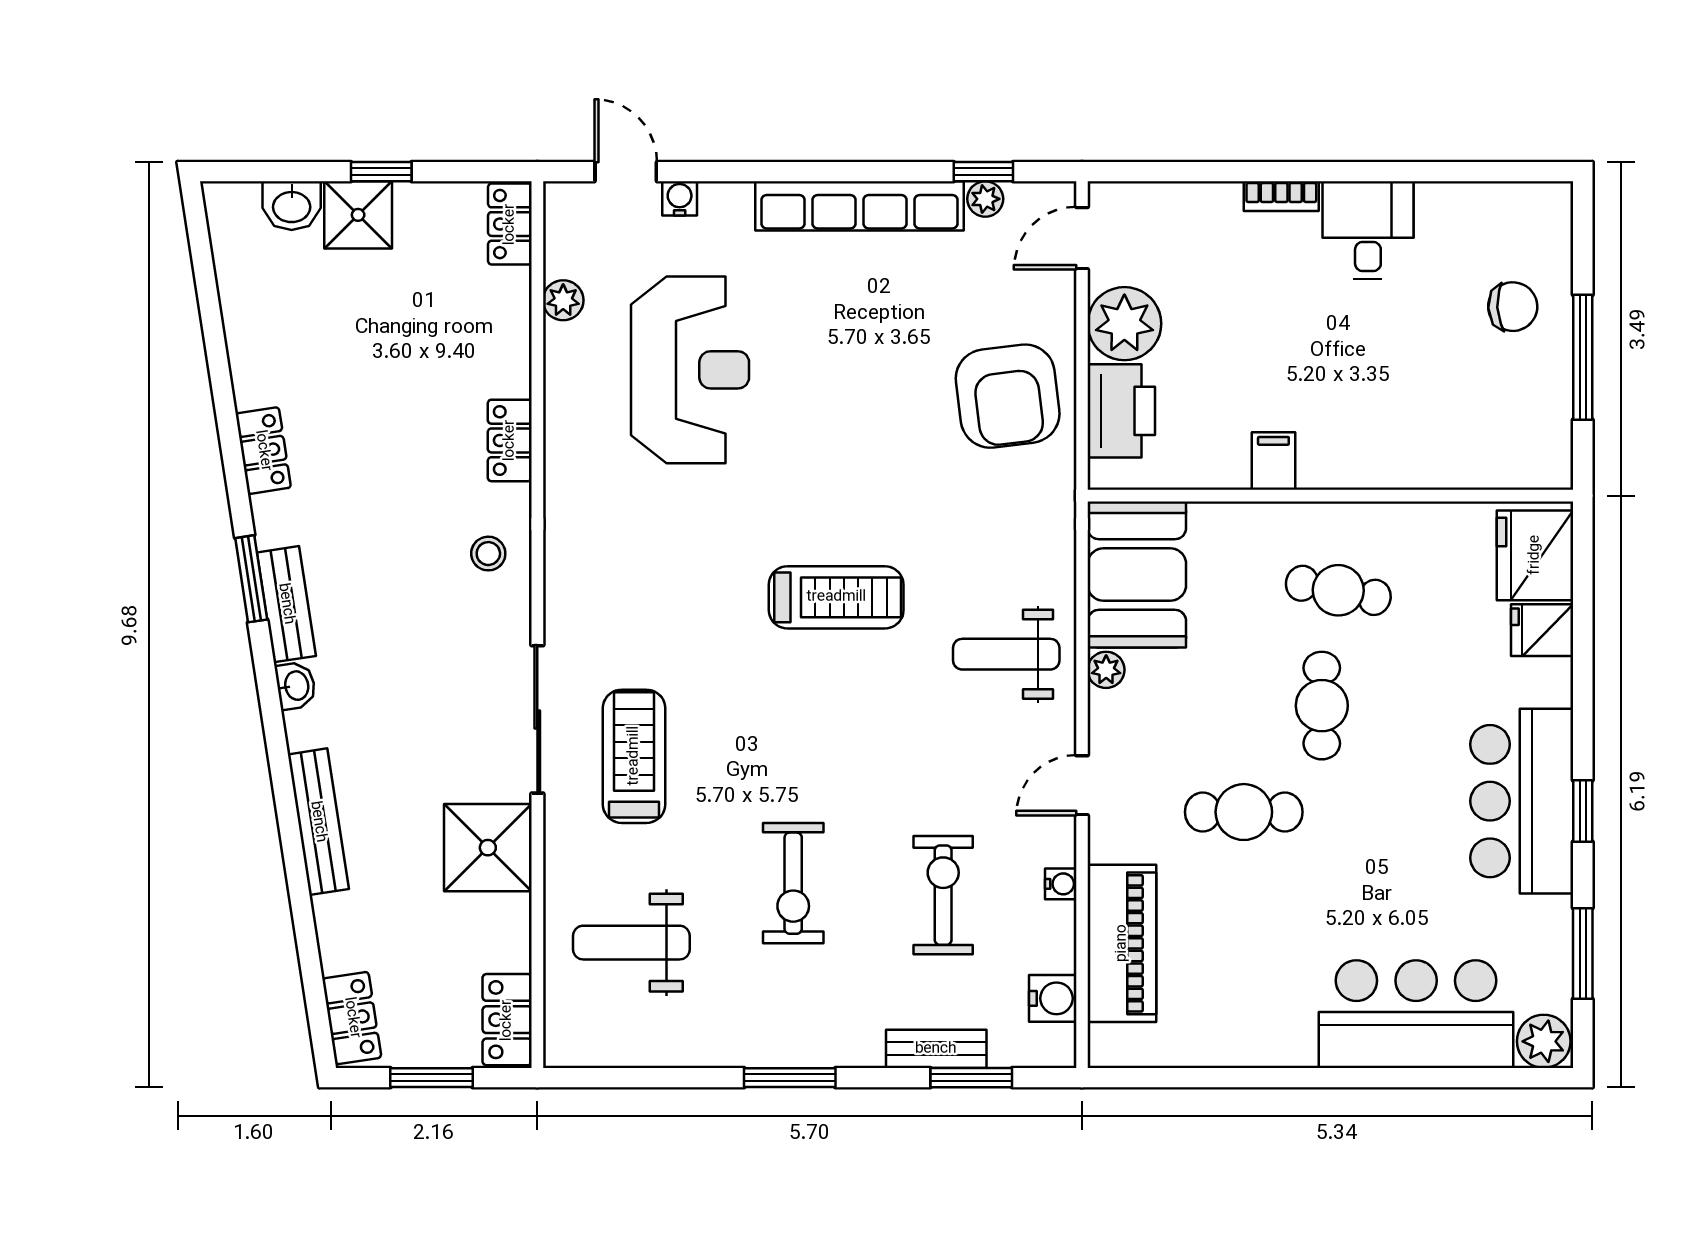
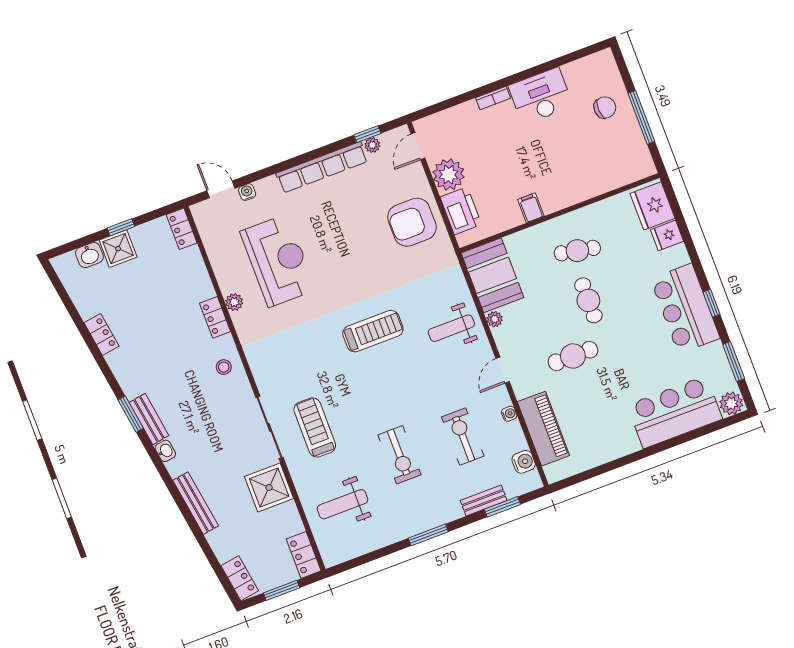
desk: (1368, 230) -> (541, 96), width x1.37
plant: (563, 300) -> (234, 302), moved
armchair: (1008, 396) -> (412, 222), turned 97
locker: (263, 451) -> (101, 334), moved

